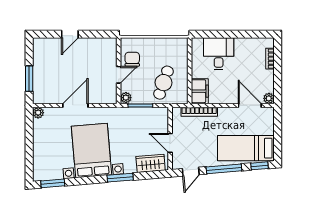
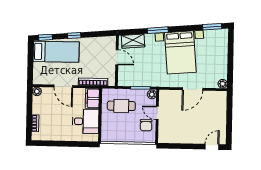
door: (70, 34) -> (212, 147), moved
desk: (219, 54) -> (86, 121), moved, turned -90
door: (119, 75) -> (157, 113), hinge flipped
window: (29, 79) -> (229, 111), removed
cafe table: (164, 83) -> (121, 106), turned 71
door: (250, 105) -> (63, 86), moved
window: (224, 169) -> (74, 35), width x0.46
door: (191, 172) -> (101, 34), removed

